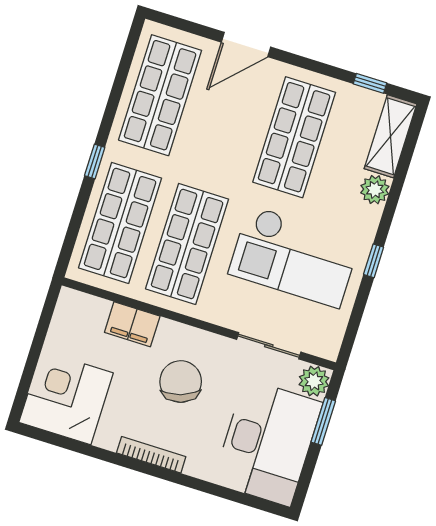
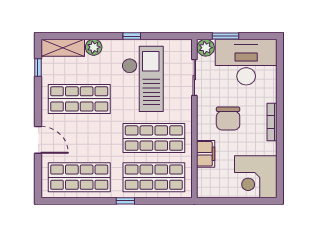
chair: (181, 382) -> (228, 119), turned -72

